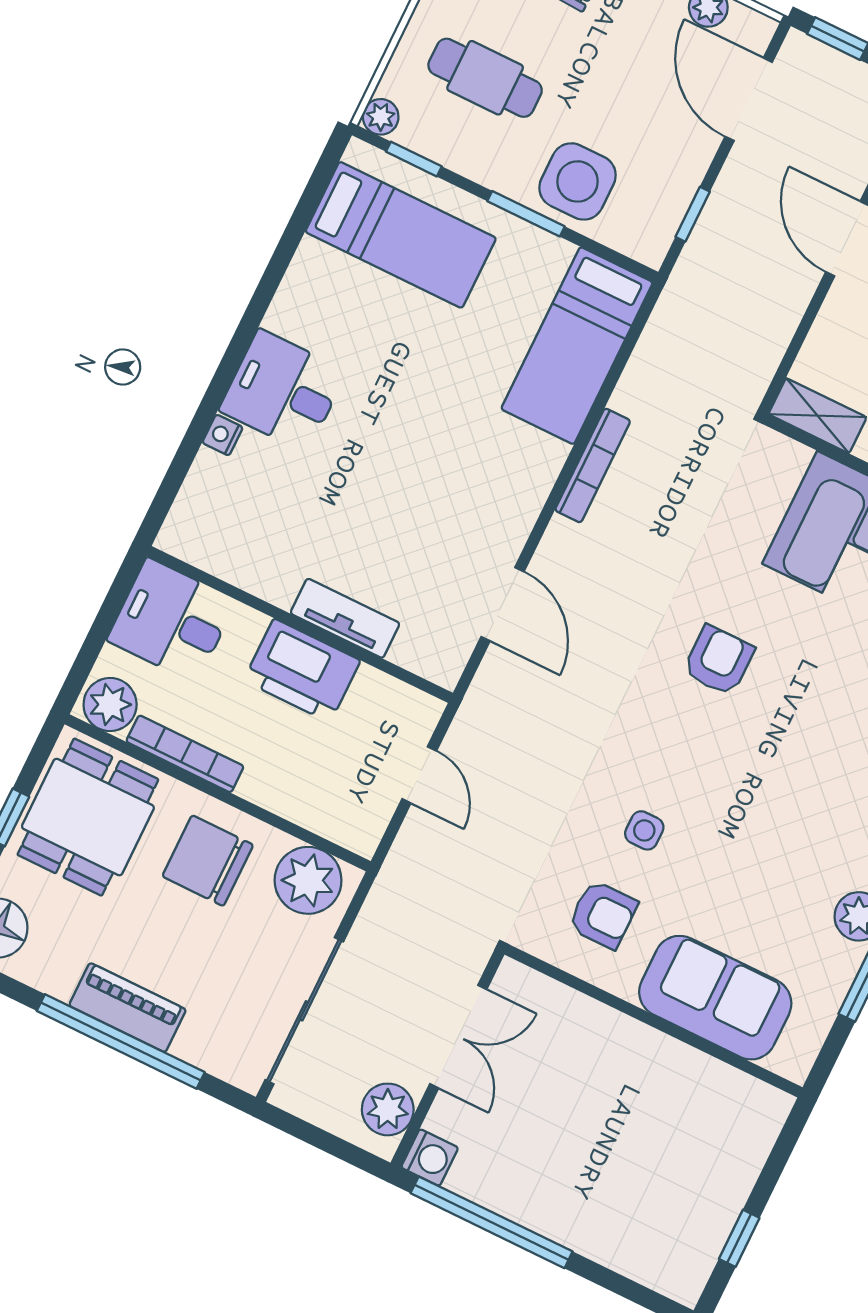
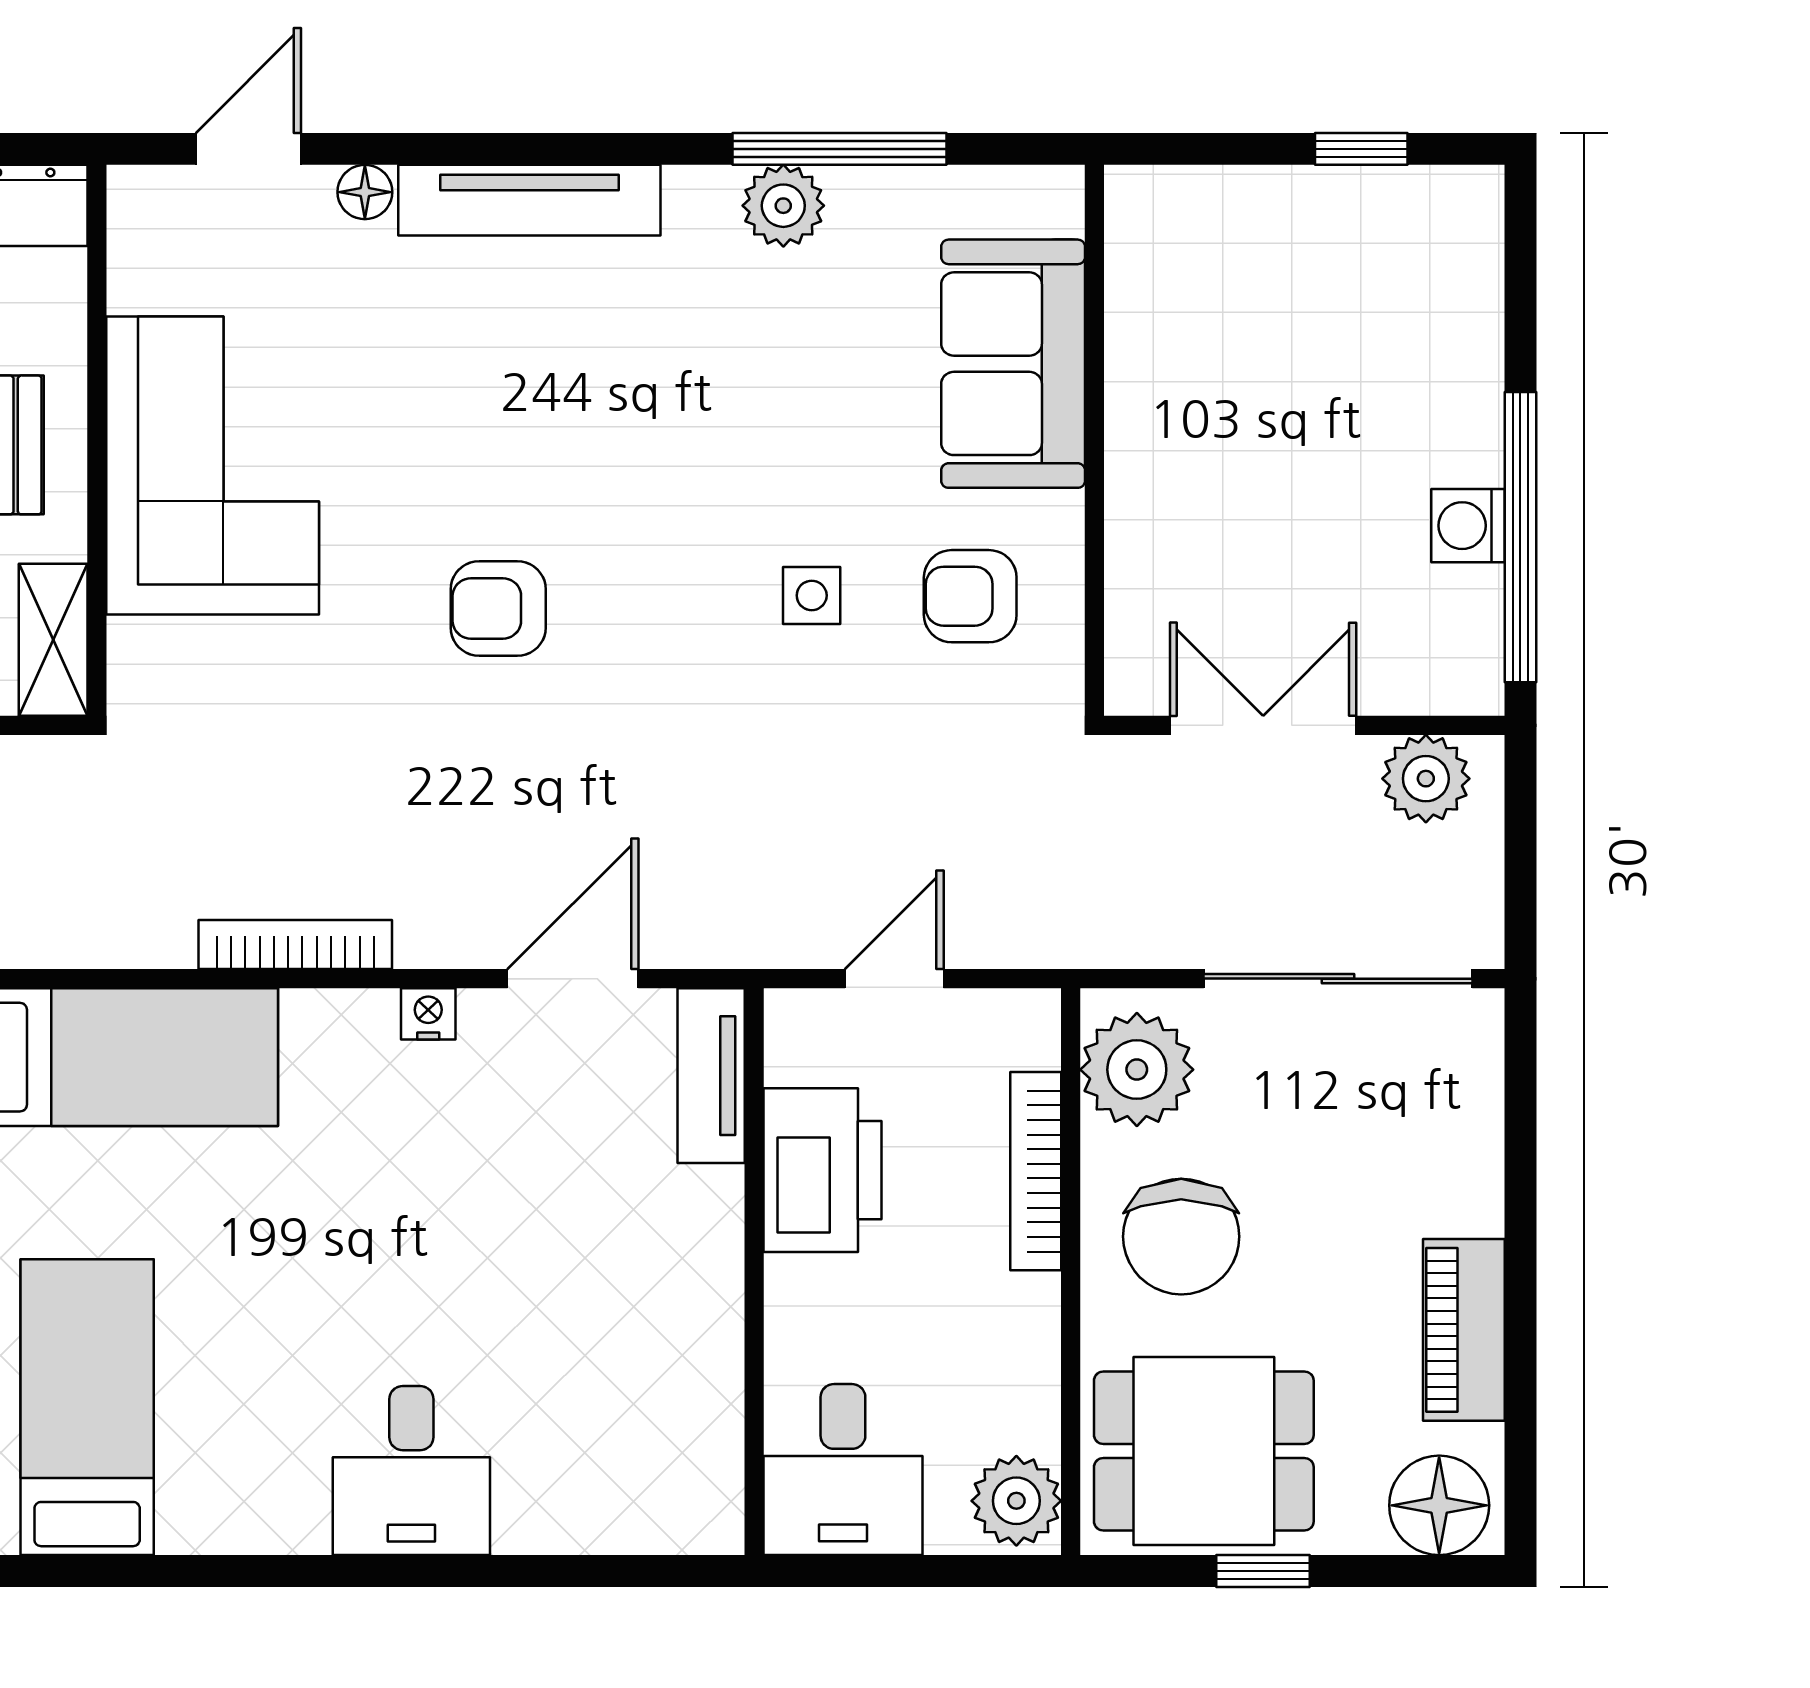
nightstand: (223, 435) -> (428, 1014), moved, turned 180
tv unit: (345, 618) -> (711, 1076), moved
printer: (302, 671) -> (822, 1170), moved
bookcase: (185, 754) -> (1036, 1171), moved
armchair: (603, 915) -> (970, 596), turned -90
piano: (128, 1008) -> (1464, 1330), moved
window: (121, 1041) -> (1520, 1235), removed
washing machine: (430, 1158) -> (1468, 526), moved, turned -90

